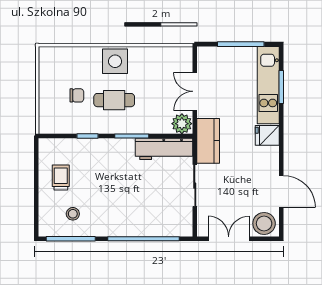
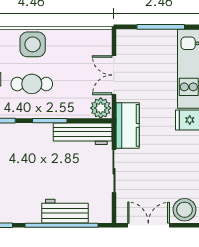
workbench: (147, 225) -> (65, 211), added

